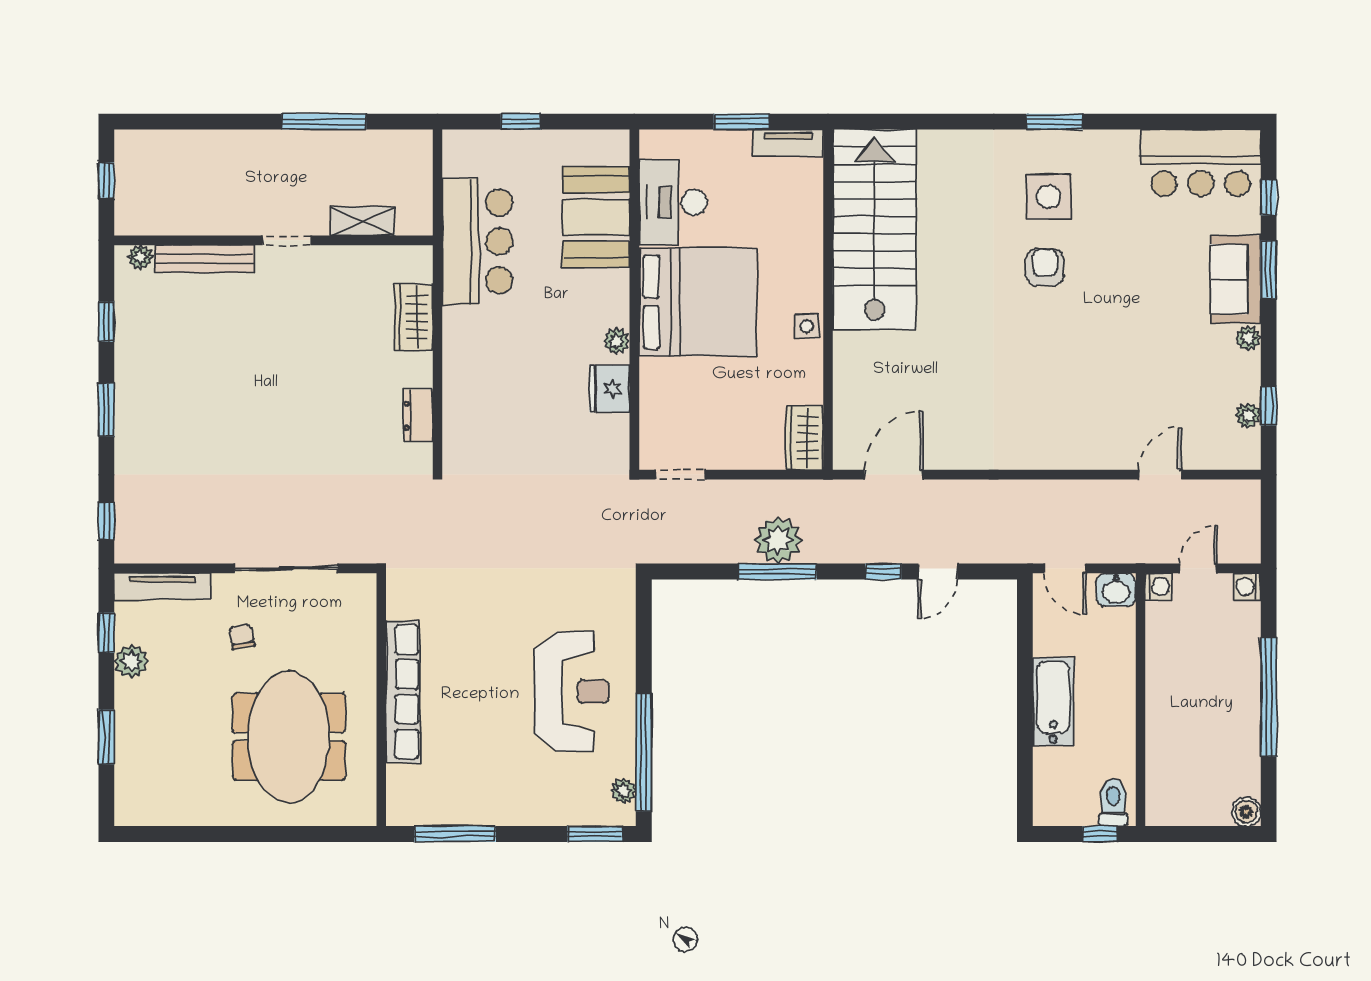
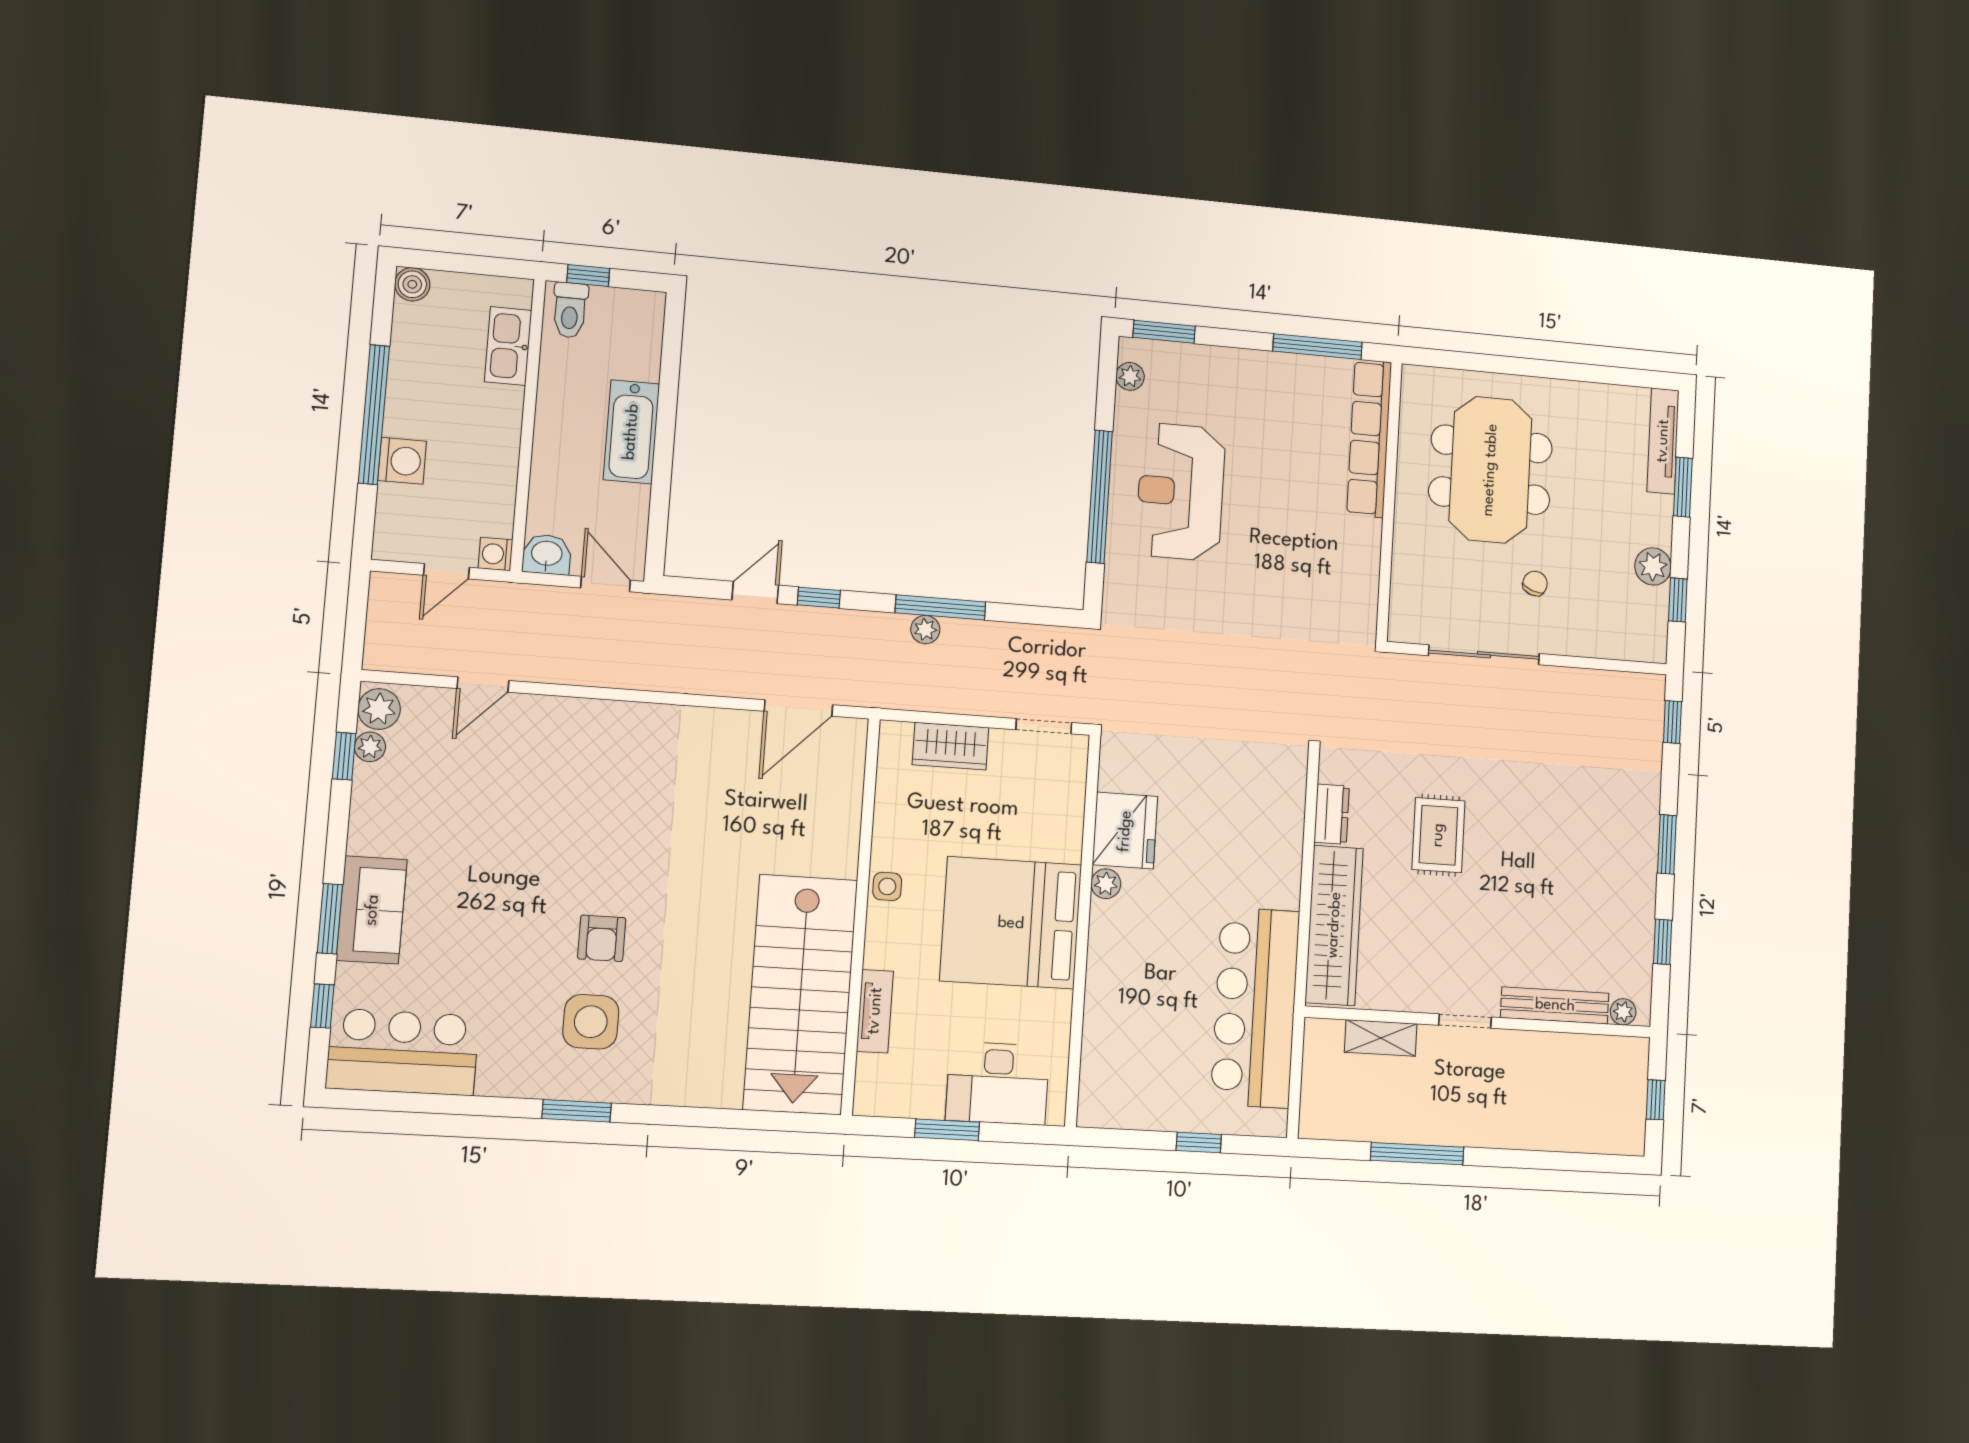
tv unit: (788, 143) -> (875, 1011), moved, turned 90
desk: (673, 202) -> (998, 1083), moved, turned 90
booth: (596, 217) -> (1120, 1028), removed
bar counter: (477, 241) -> (1255, 1007), width x1.36
wardrobe: (414, 317) -> (1334, 925), width x2.10, depth x1.17
plant: (1248, 338) -> (379, 709), moved, width x1.38, depth x1.38
fridge: (609, 389) -> (1125, 831), width x1.36, depth x1.34
rug: (320, 404) -> (1438, 835), added
wardrobe: (805, 438) -> (951, 746), moved, turned 90
plant: (778, 540) -> (925, 630), width x0.53, depth x0.53
tv unit: (162, 586) -> (1663, 441), moved, turned -90
washing machine: (1247, 587) -> (402, 461), moved, width x1.38, depth x1.38
chair: (242, 637) -> (1535, 584), turned -150
row of seats: (403, 692) -> (1369, 438), moved
window: (644, 752) -> (1100, 497), moved
kitchen sink: (1162, 766) -> (508, 346), added

